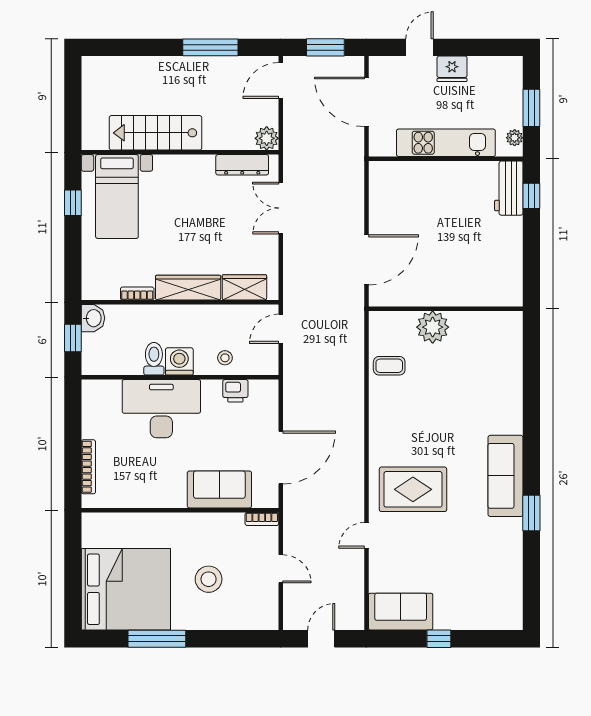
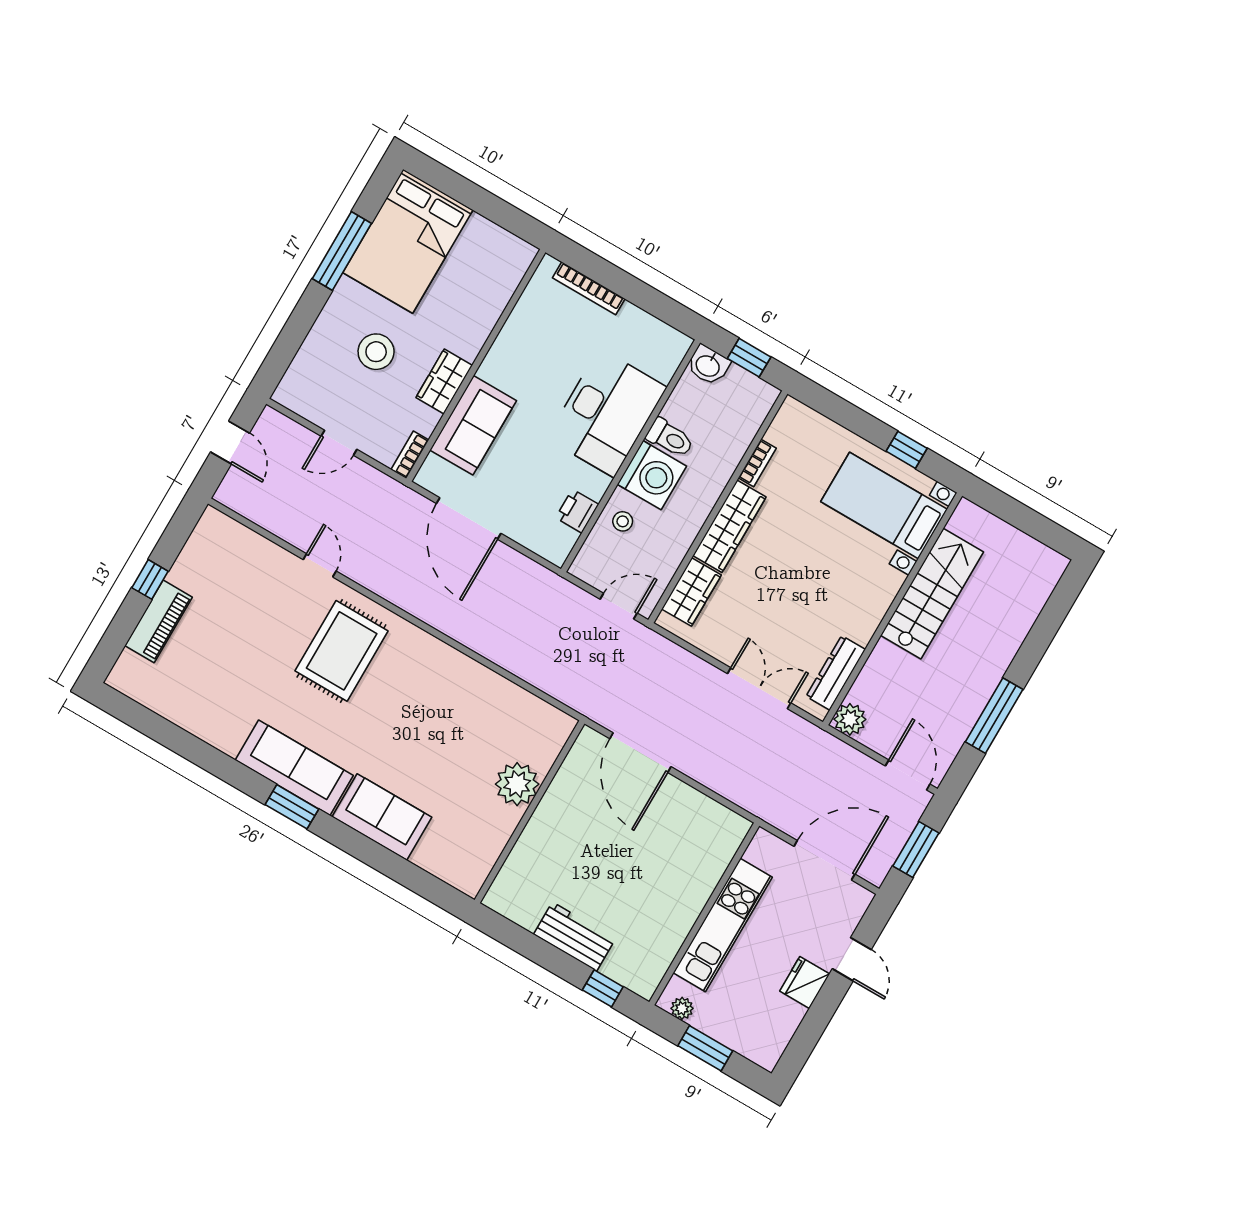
workbench: (509, 188) -> (574, 937), moved
washbasin: (93, 318) -> (708, 365), moved
door: (281, 329) -> (619, 606), hinge flipped
washing machine: (179, 361) -> (652, 475), width x1.37, depth x1.37
coffee table: (389, 366) -> (502, 707), removed
window: (531, 513) -> (292, 807), moved
wardrobe: (202, 524) -> (444, 381), added
bed: (126, 589) -> (408, 241), width x0.73
sofa: (401, 612) -> (382, 817), moved, turned -90
piano: (463, 618) -> (159, 621), added

